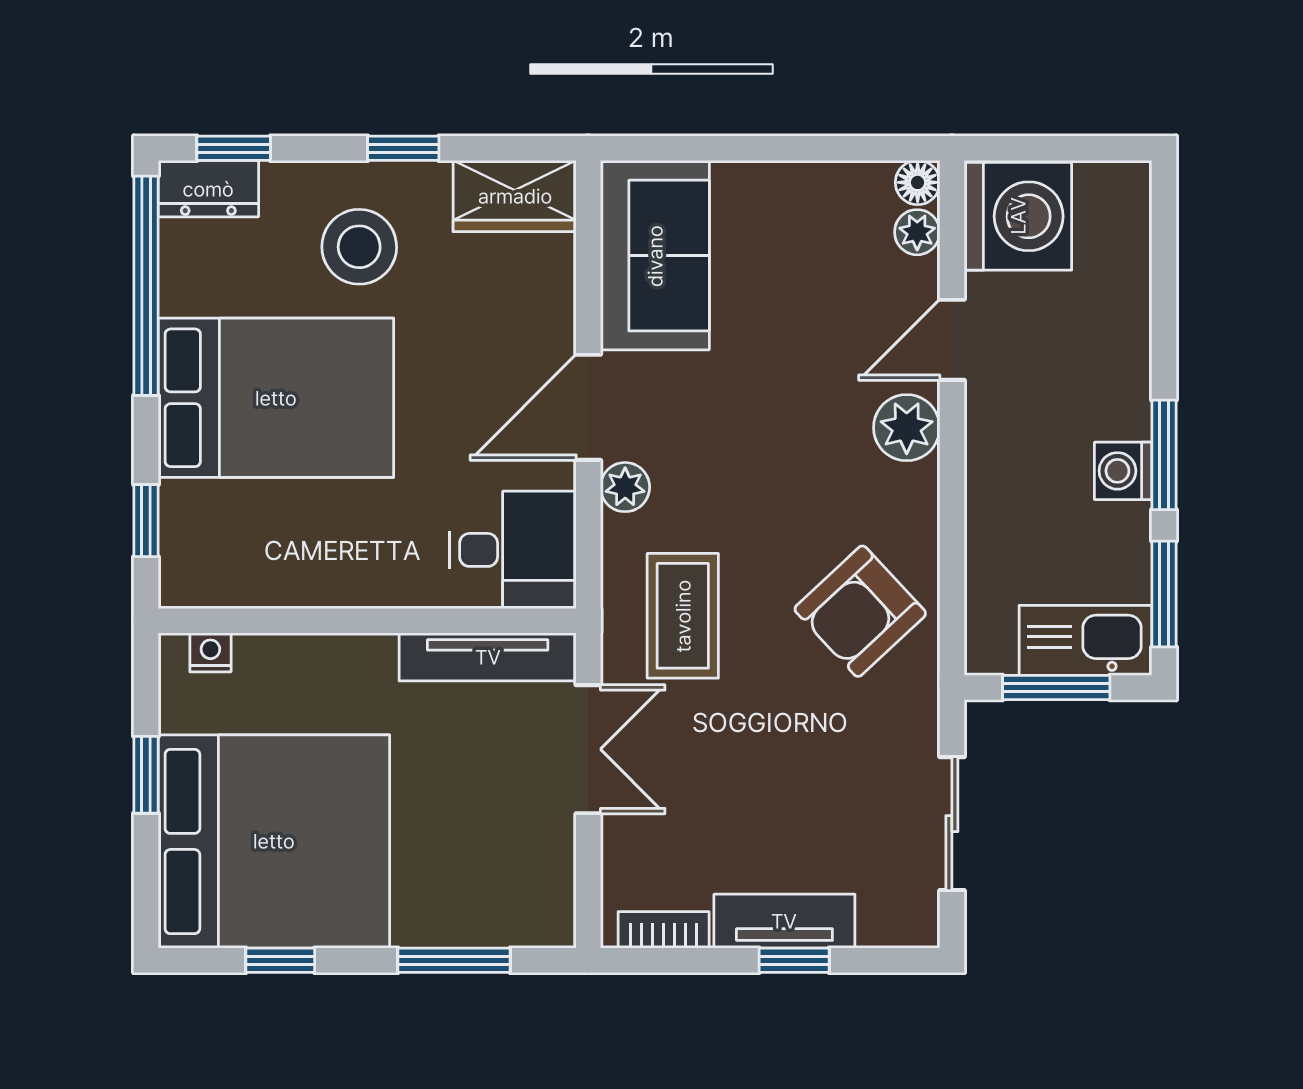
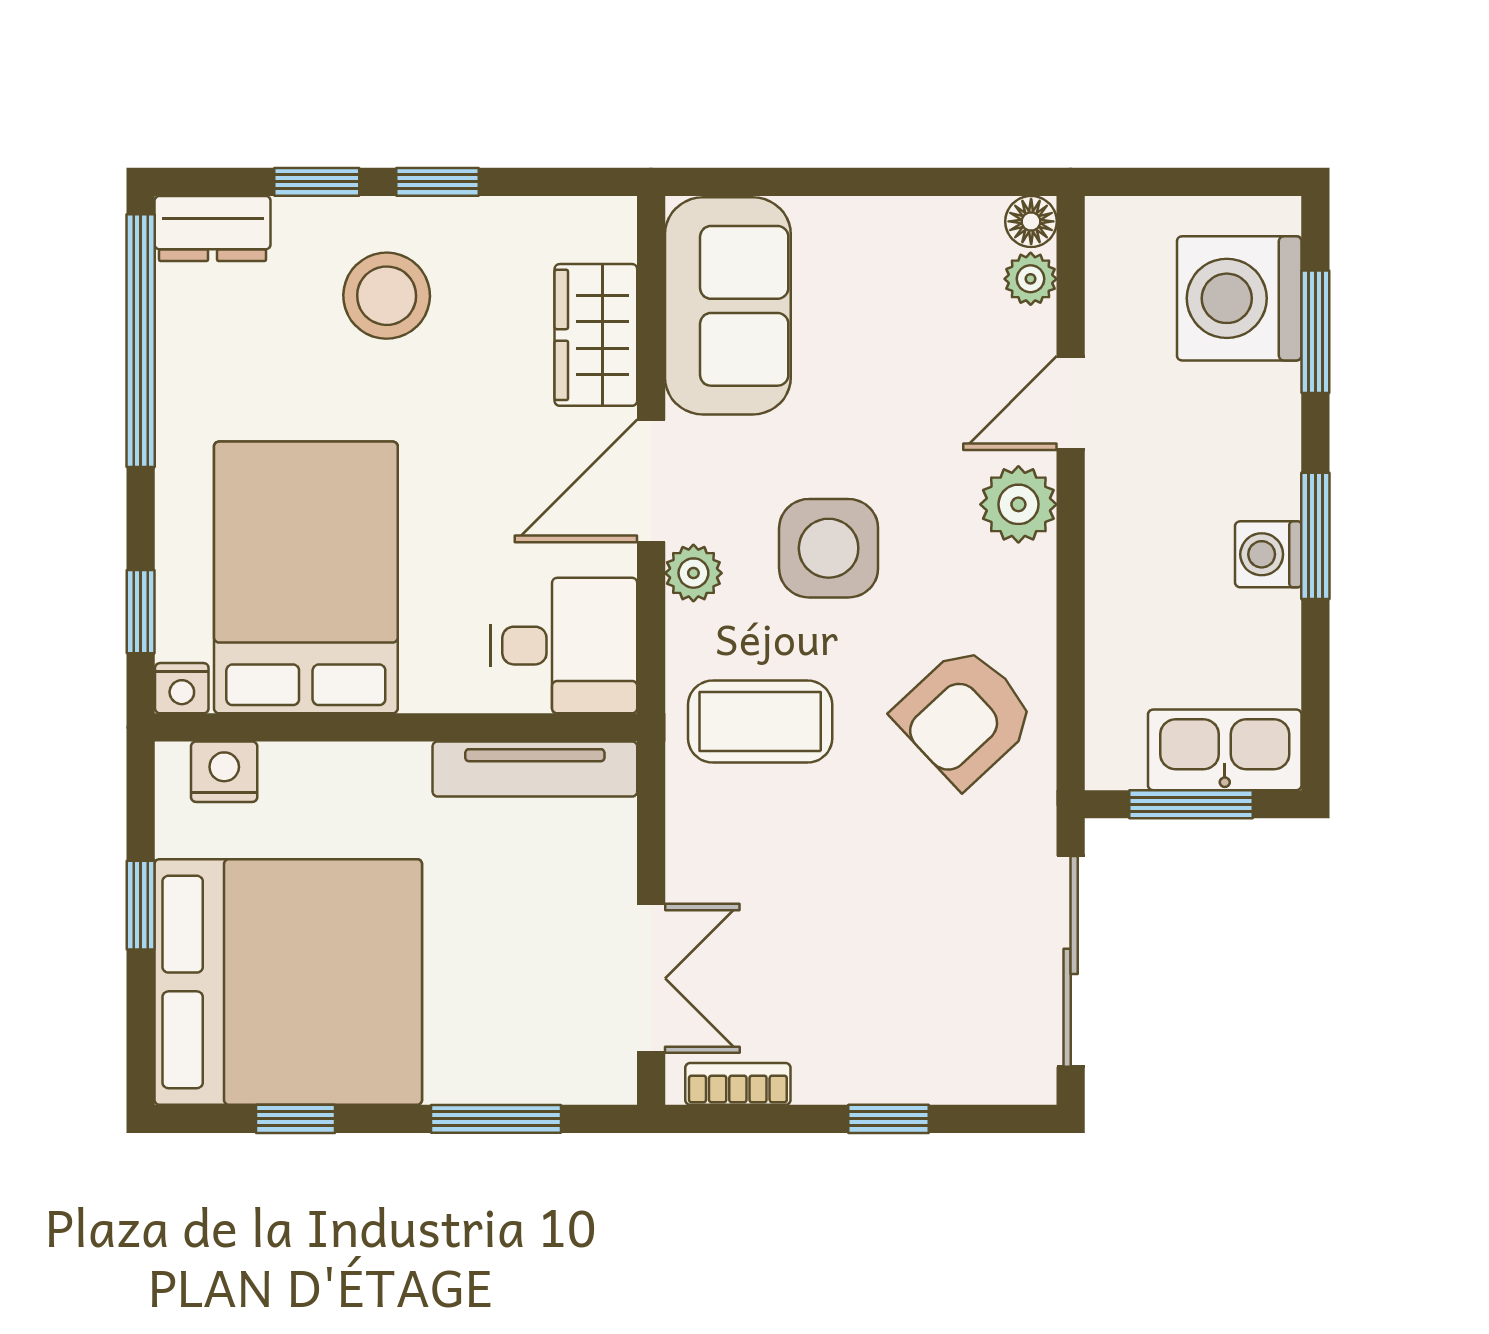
window: (234, 148) -> (317, 182), moved
wardrobe: (515, 196) -> (596, 335), moved, turned 90
washing machine: (1018, 216) -> (1239, 298), moved, turned 180
bed: (276, 398) -> (306, 577), moved, turned -90
side table: (742, 466) -> (829, 548), added
nightstand: (182, 587) -> (182, 688), added
window: (1164, 594) -> (1315, 332), moved
coffee table: (683, 616) -> (760, 722), turned 90
nightstand: (210, 652) -> (224, 772), width x1.39, depth x1.35
double door: (588, 749) -> (651, 978), moved
sliding door: (952, 824) -> (1071, 961), width x1.37
tv unit: (784, 921) -> (877, 1074), removed

